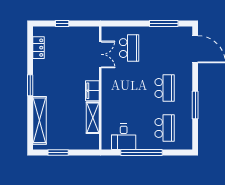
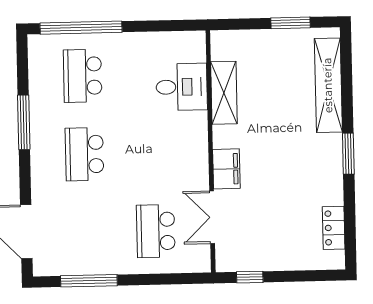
window: (62, 23) -> (250, 277), moved
filing cabinet: (92, 91) -> (226, 169), moved
desk: (124, 137) -> (182, 87), moved, turned 90
window: (141, 153) -> (81, 28), moved

